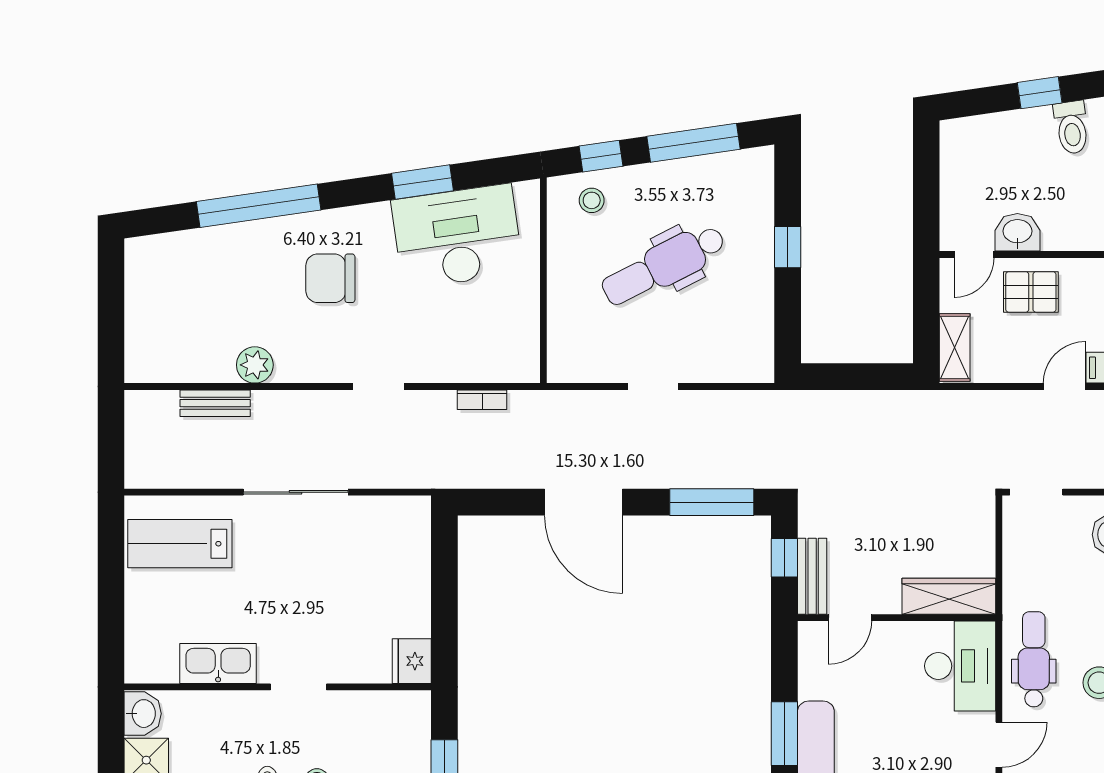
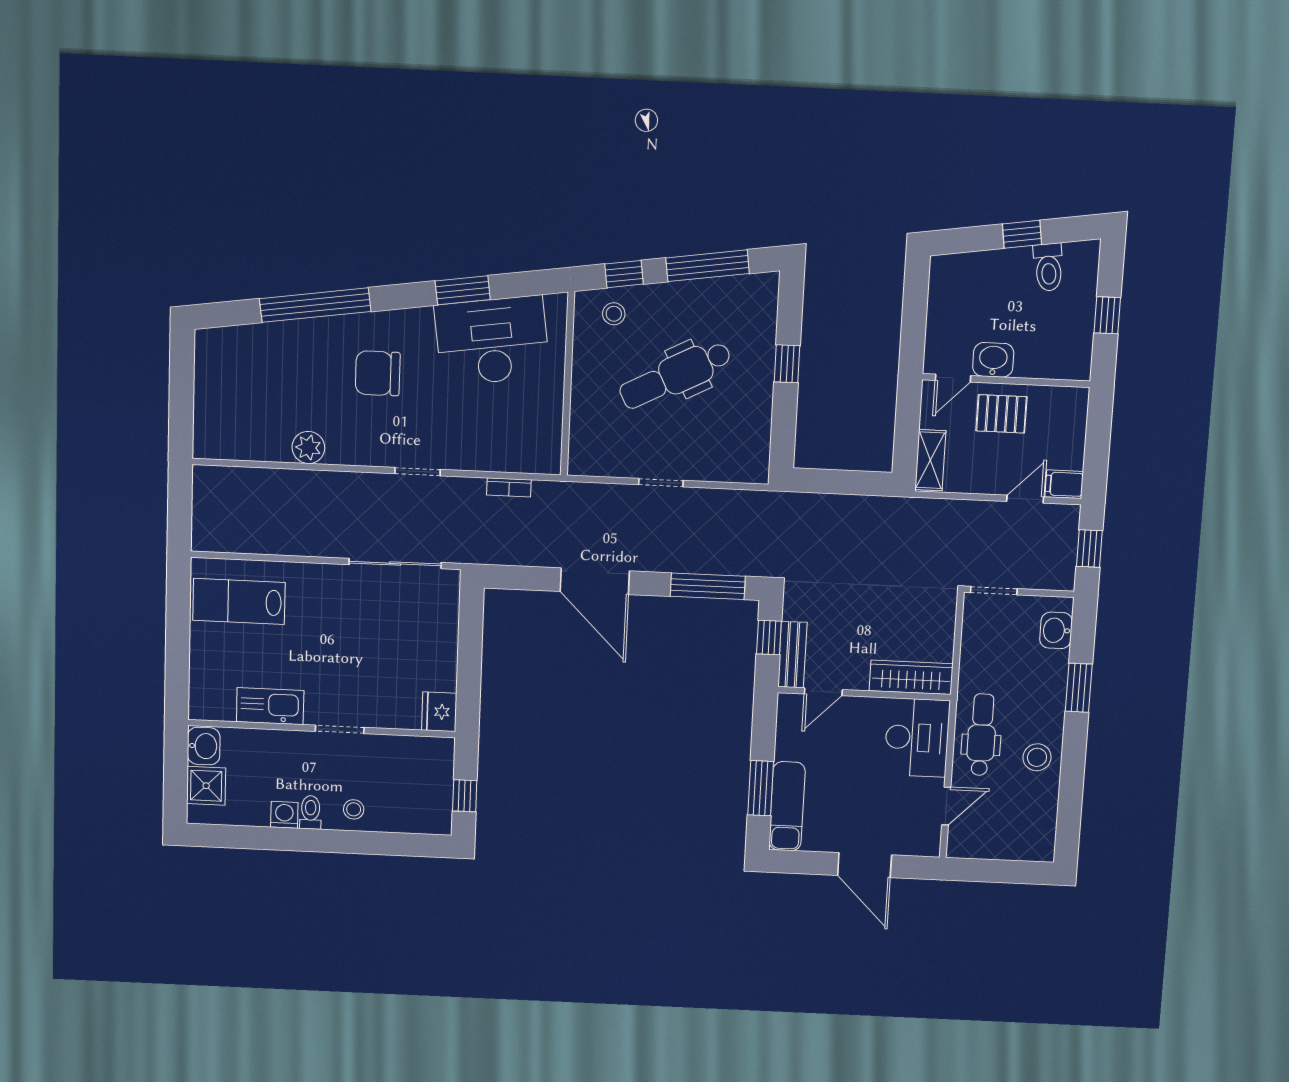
bench: (215, 403) -> (272, 480), removed
sliding door: (296, 492) -> (395, 564), moved

